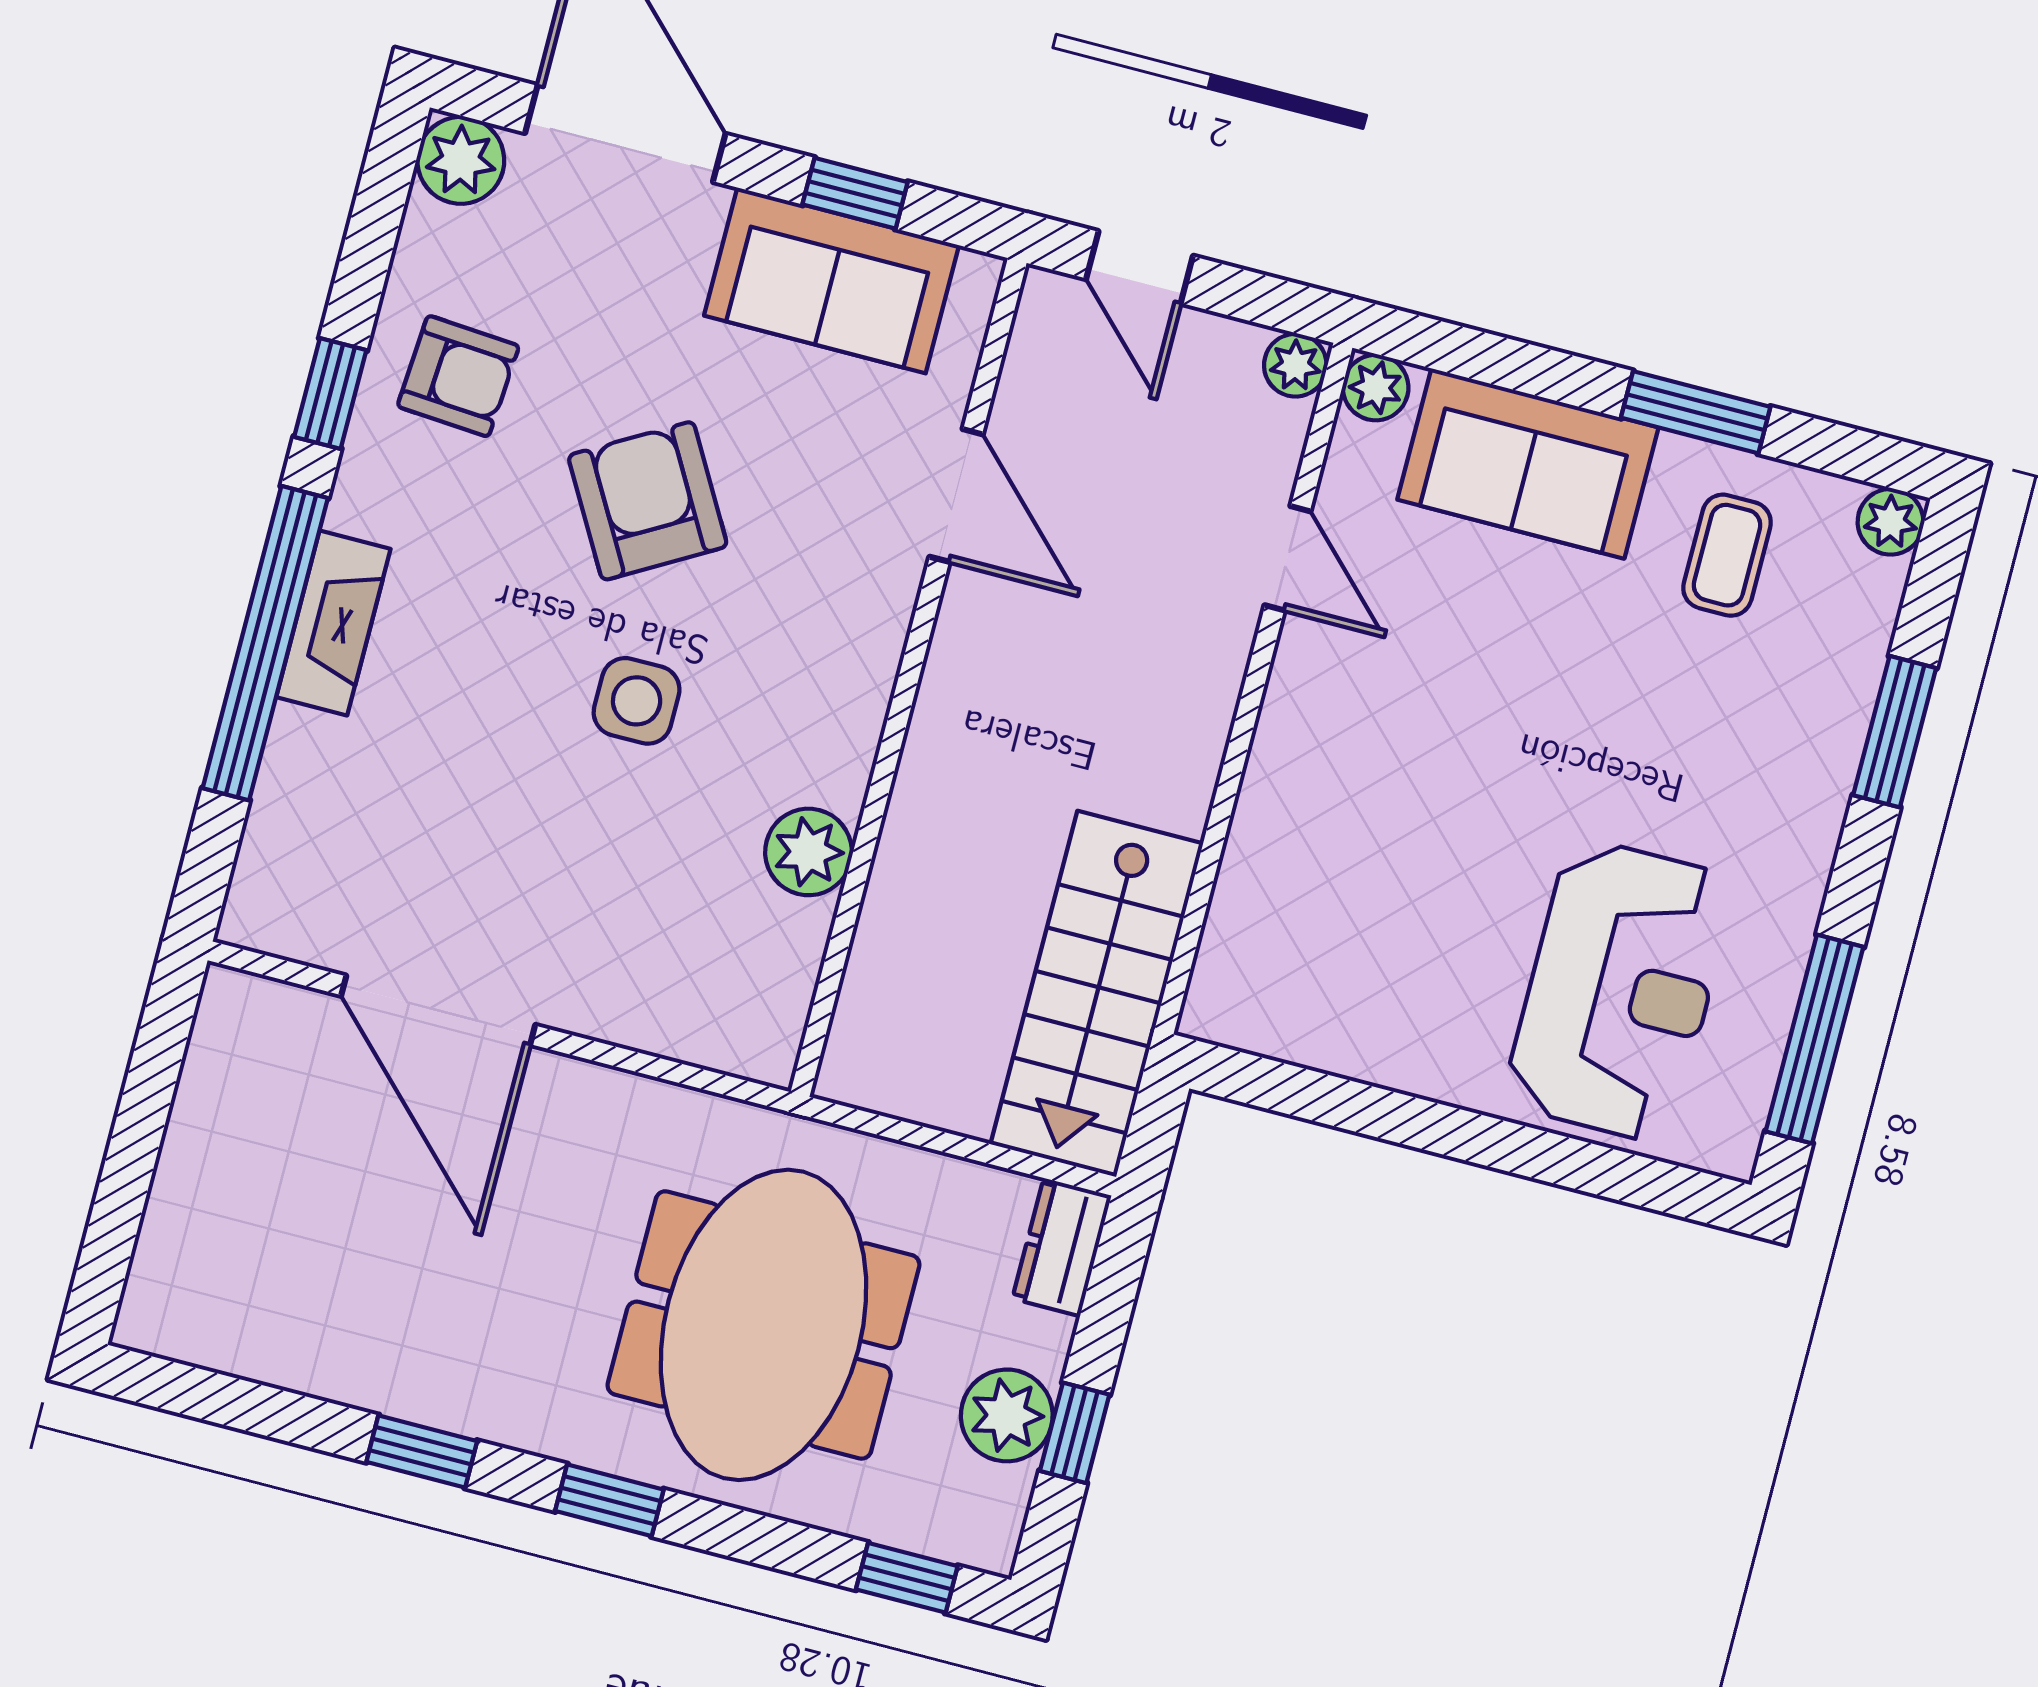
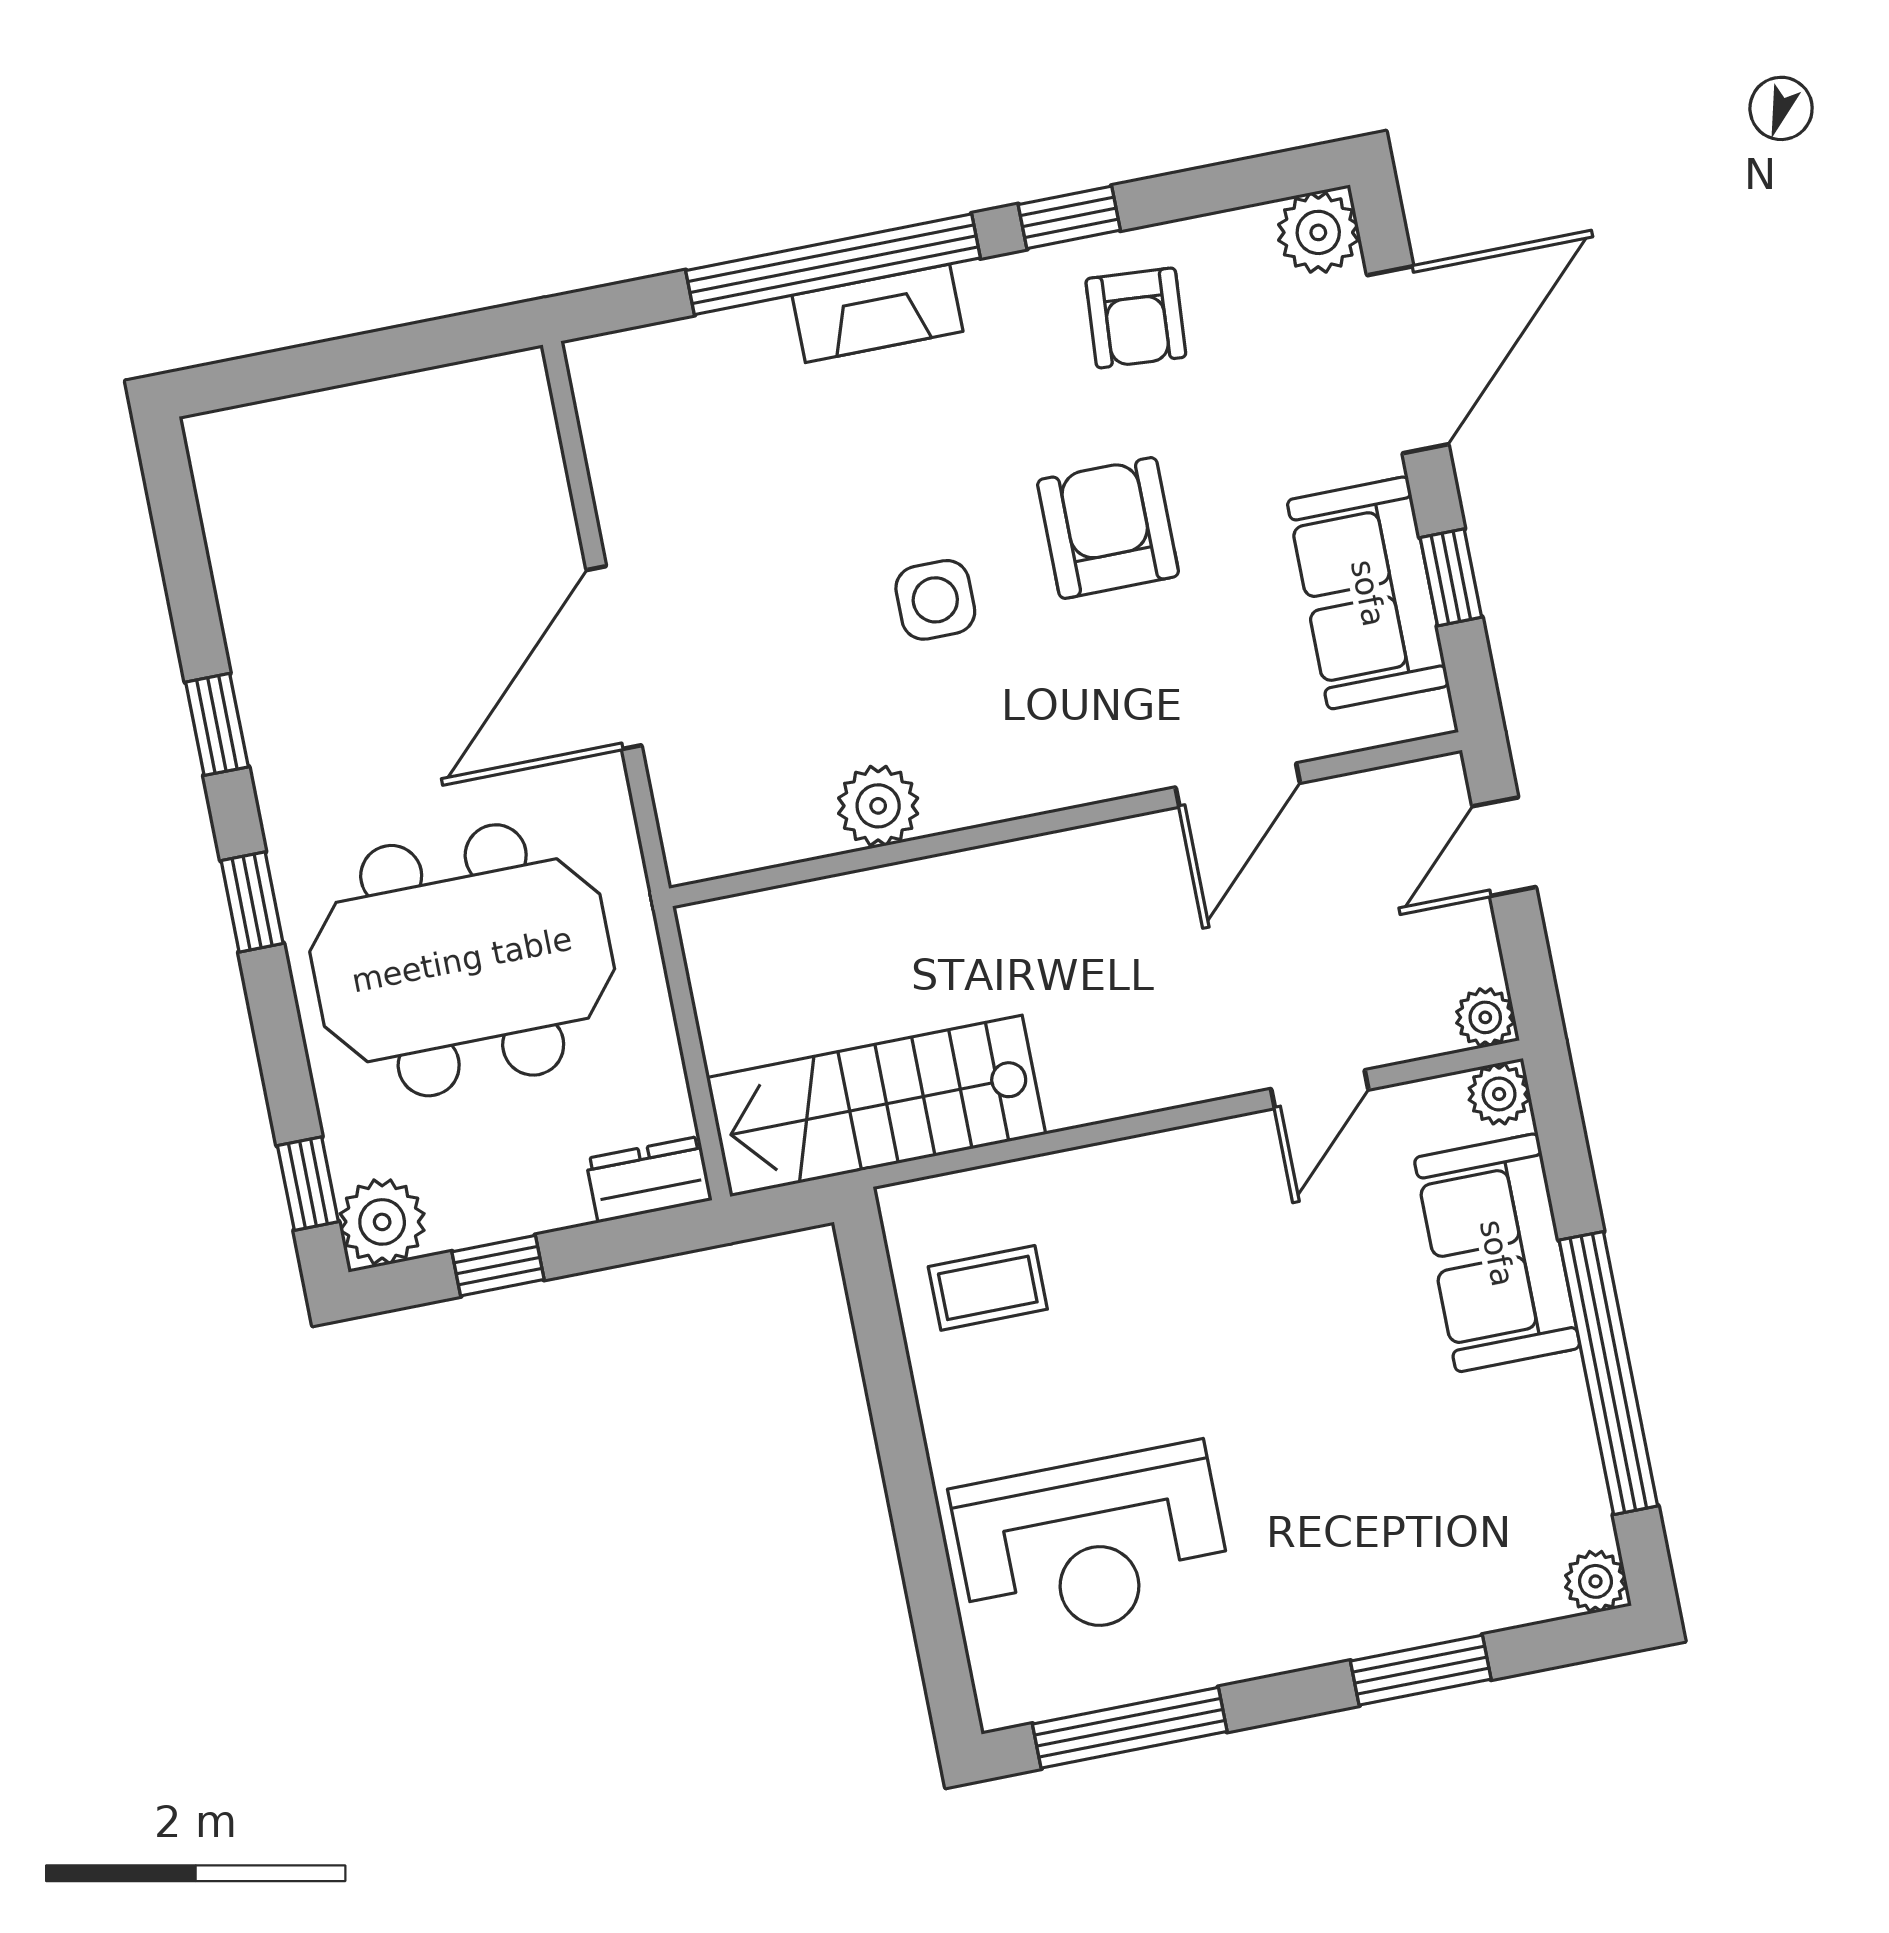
window: (1696, 412) -> (1608, 1373), width x2.11
armchair: (648, 501) -> (1108, 528), turned -60
coffee table: (1727, 555) -> (988, 1288), moved
door: (438, 1010) -> (614, 658), moved
plant: (1007, 1415) -> (382, 1222), moved

